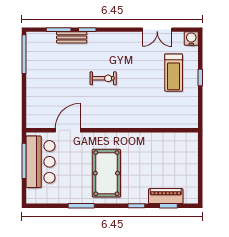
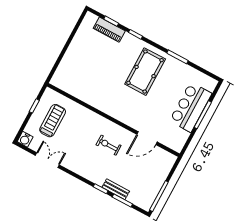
door: (68, 130) -> (147, 138), moved
wall: (112, 130) -> (113, 120), moved

